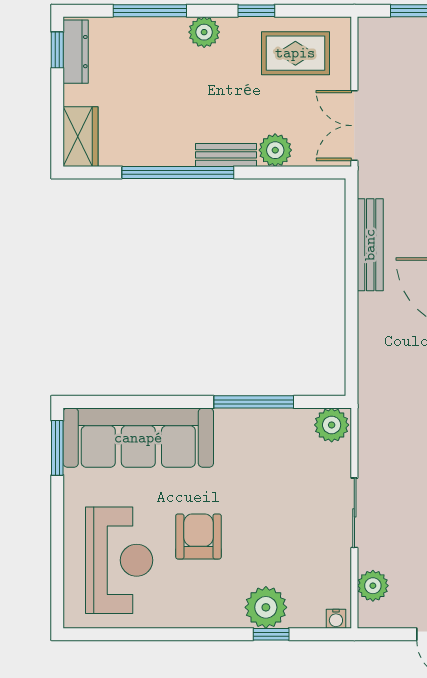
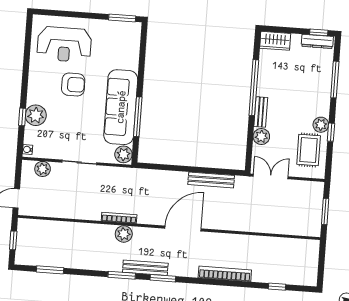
plant: (204, 32) -> (321, 125), moved
sofa: (138, 438) -> (121, 107), moved

